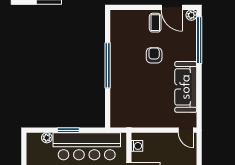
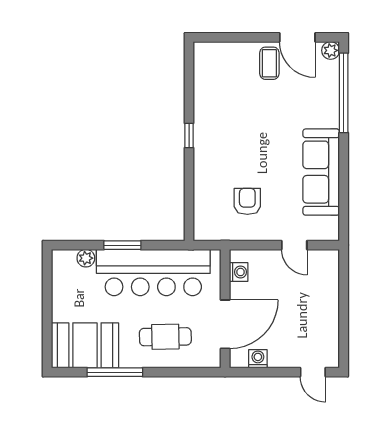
armchair: (154, 55) -> (247, 201), moved
window: (108, 65) -> (189, 136), width x0.32
door: (186, 130) -> (294, 245), moved

